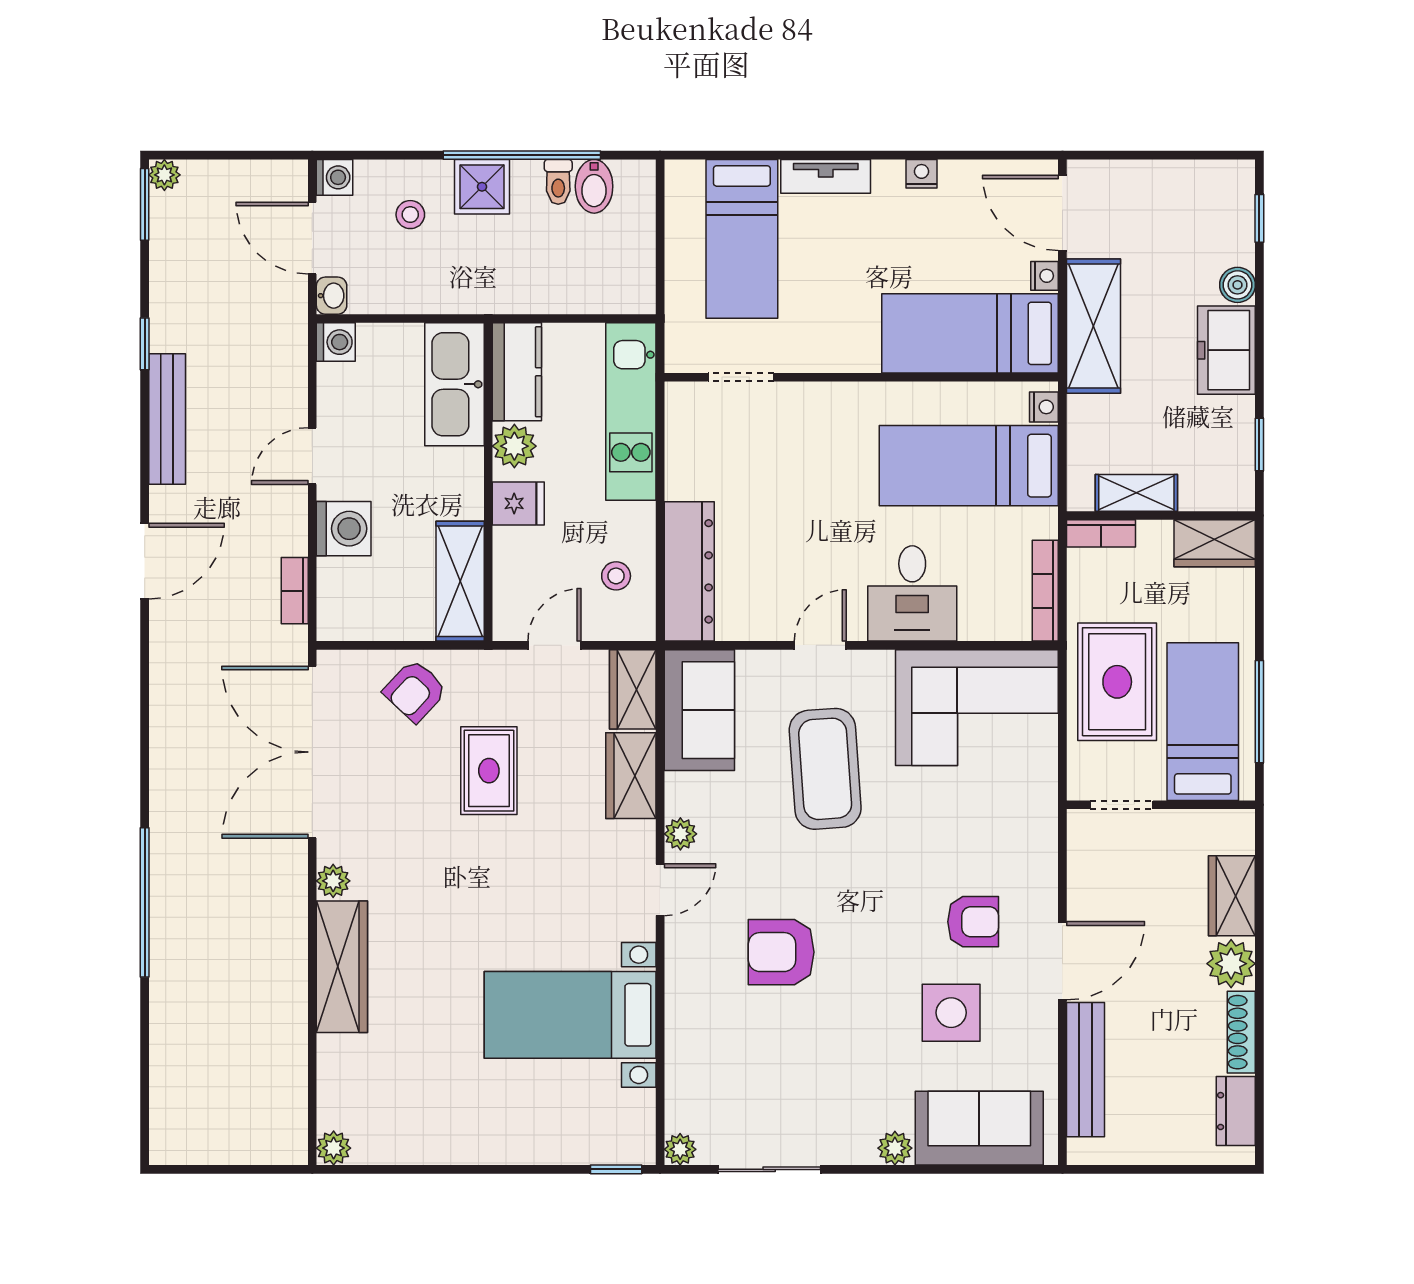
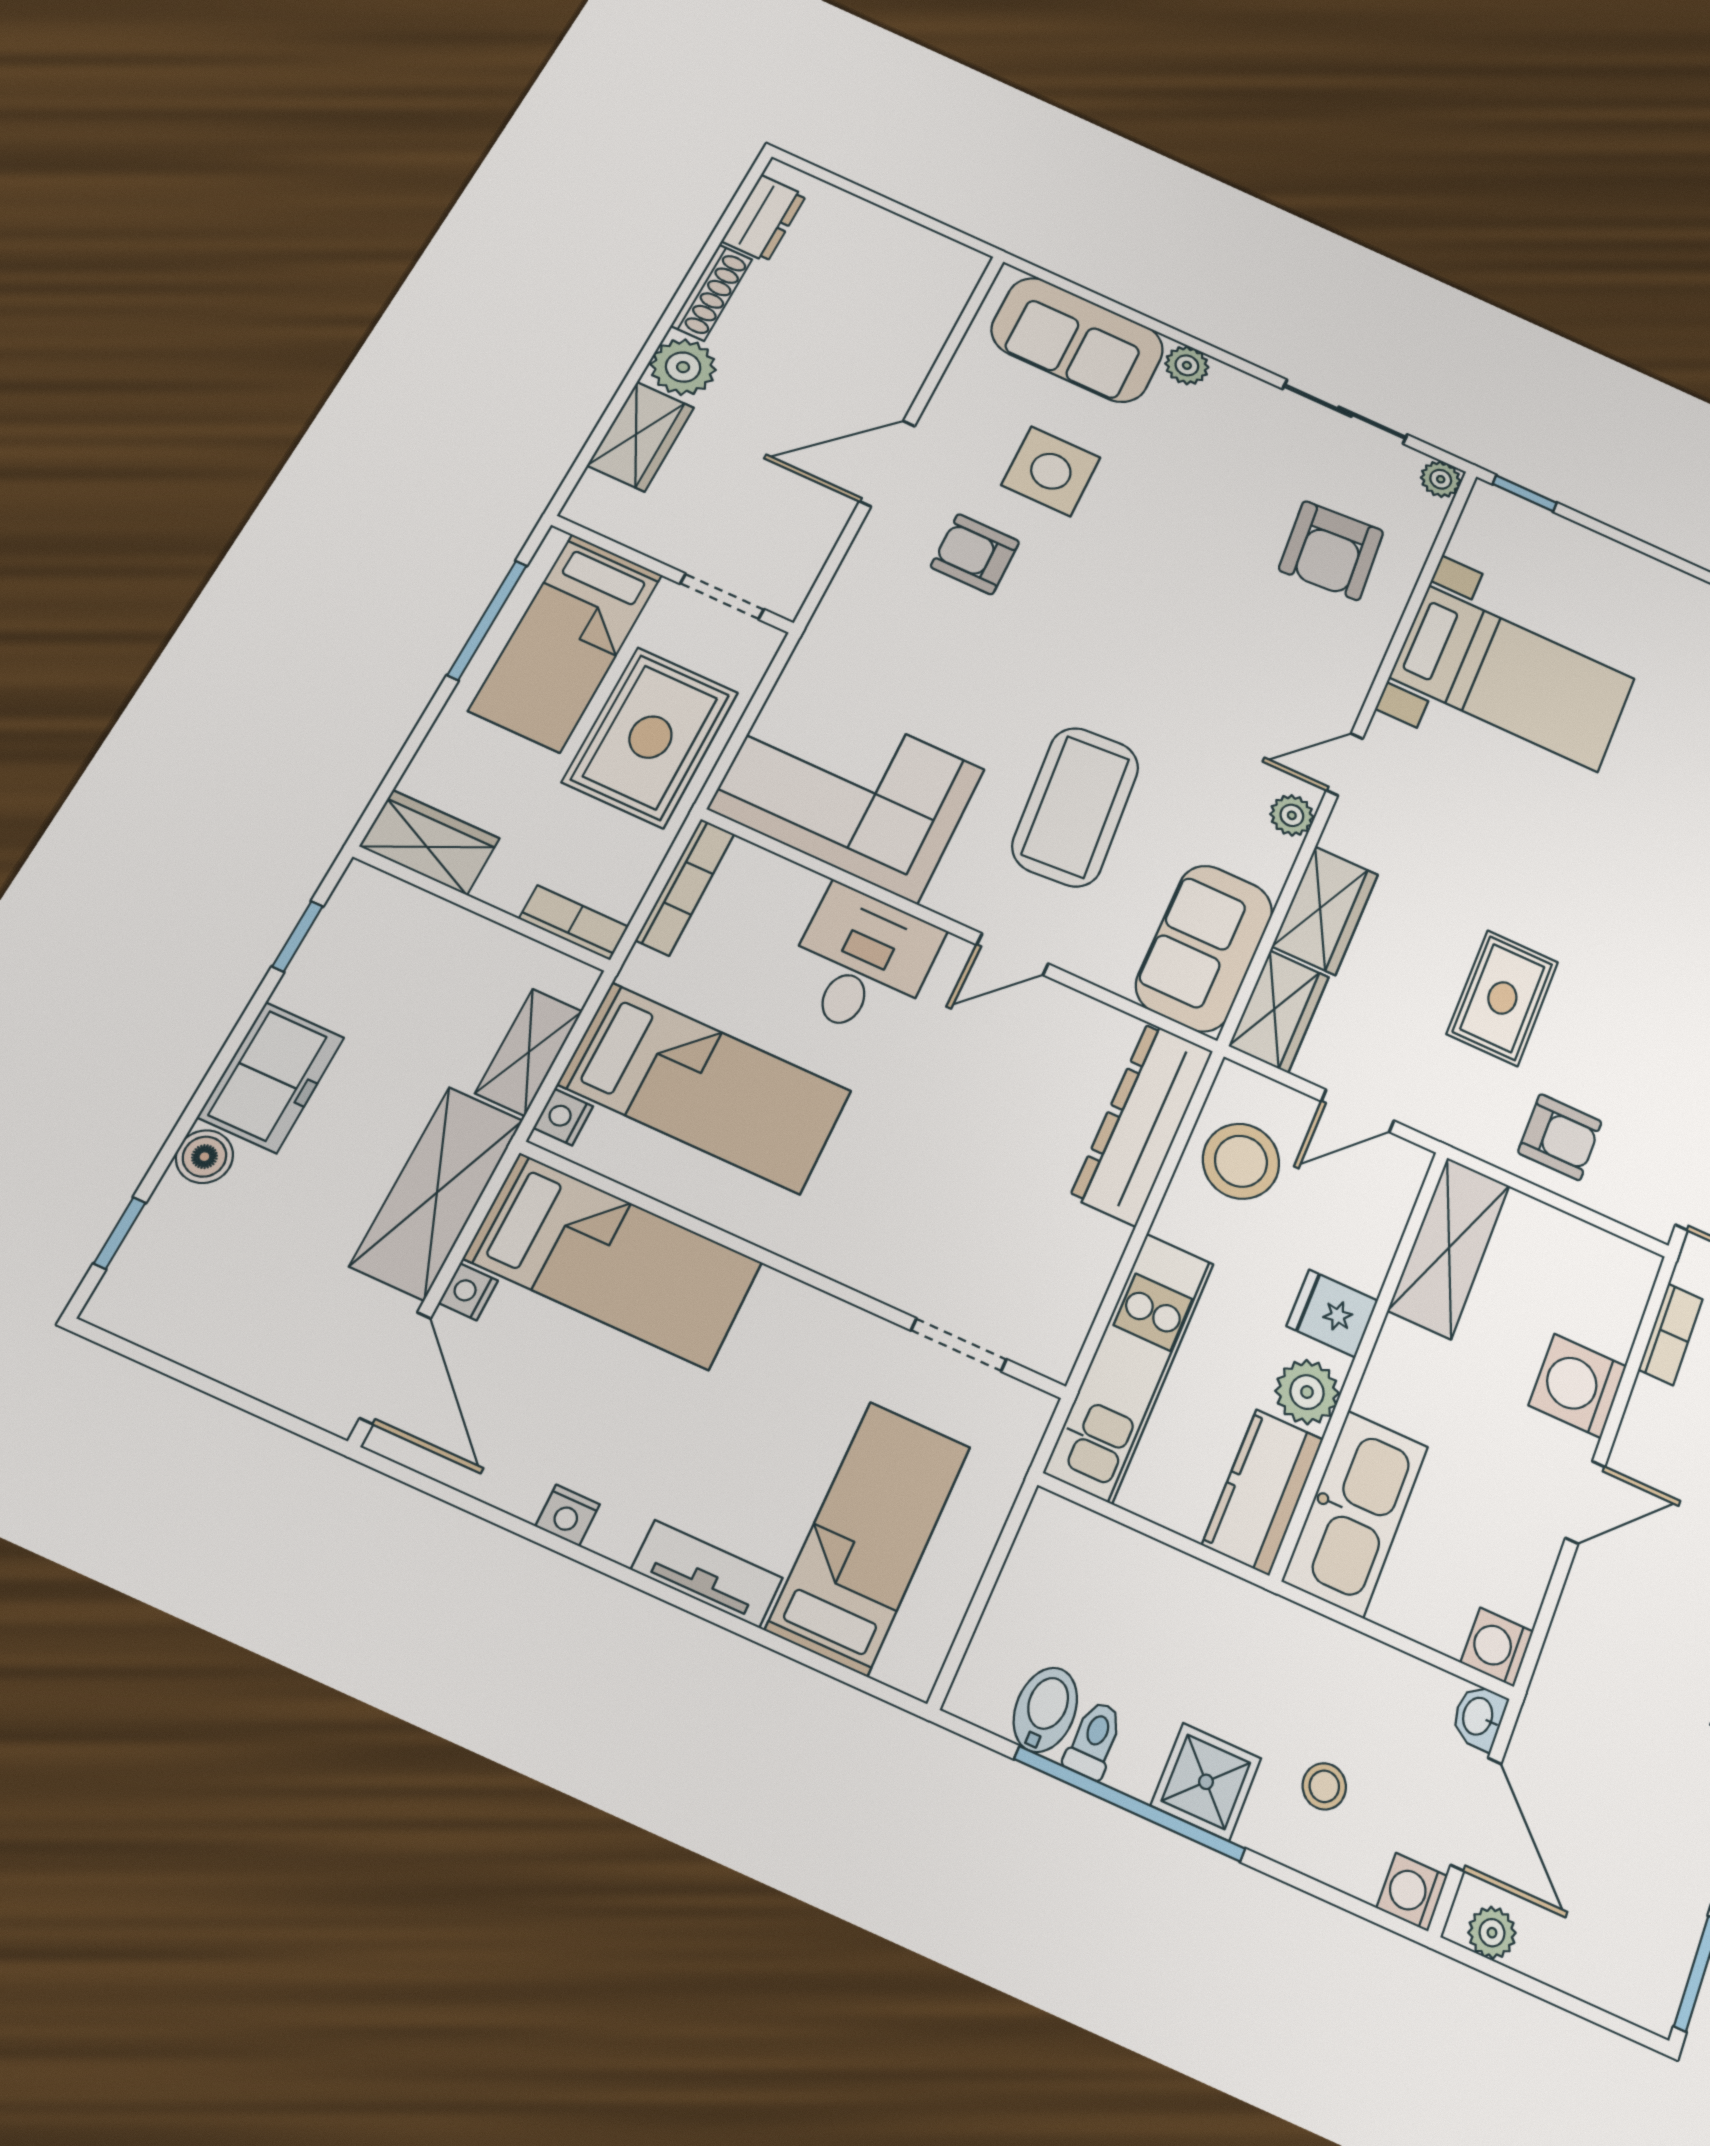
plant: (164, 175) -> (1492, 1933), moved
shelving: (1136, 493) -> (529, 1052), moved, turned 90
stool: (616, 576) -> (1241, 1161), width x1.89, depth x1.89
armchair: (415, 691) -> (1560, 1137), turned 47
armchair: (781, 952) -> (1331, 551), moved, turned 86
bench: (1085, 1070) -> (920, 340), removed

